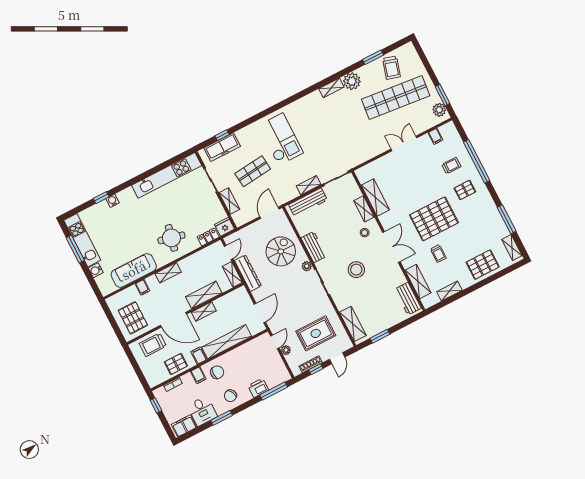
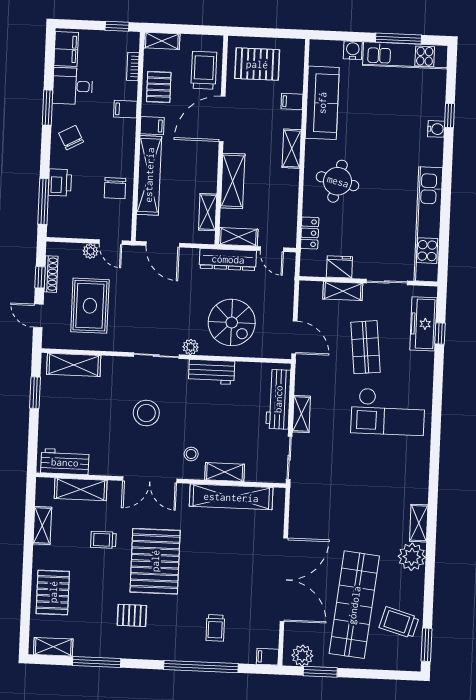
window: (373, 57) -> (426, 645), moved
filing cabinet: (435, 136) -> (267, 657), moved
double door: (404, 143) -> (284, 580), width x1.87
pallet: (465, 190) -> (132, 615), moved, turned 90
shelving: (375, 198) -> (231, 497), width x1.47
fridge: (225, 227) -> (339, 267), moved, turned -90
shelving: (204, 311) -> (208, 212), moved
chair: (217, 372) -> (115, 188), moved
shelving: (150, 377) -> (162, 41), added

